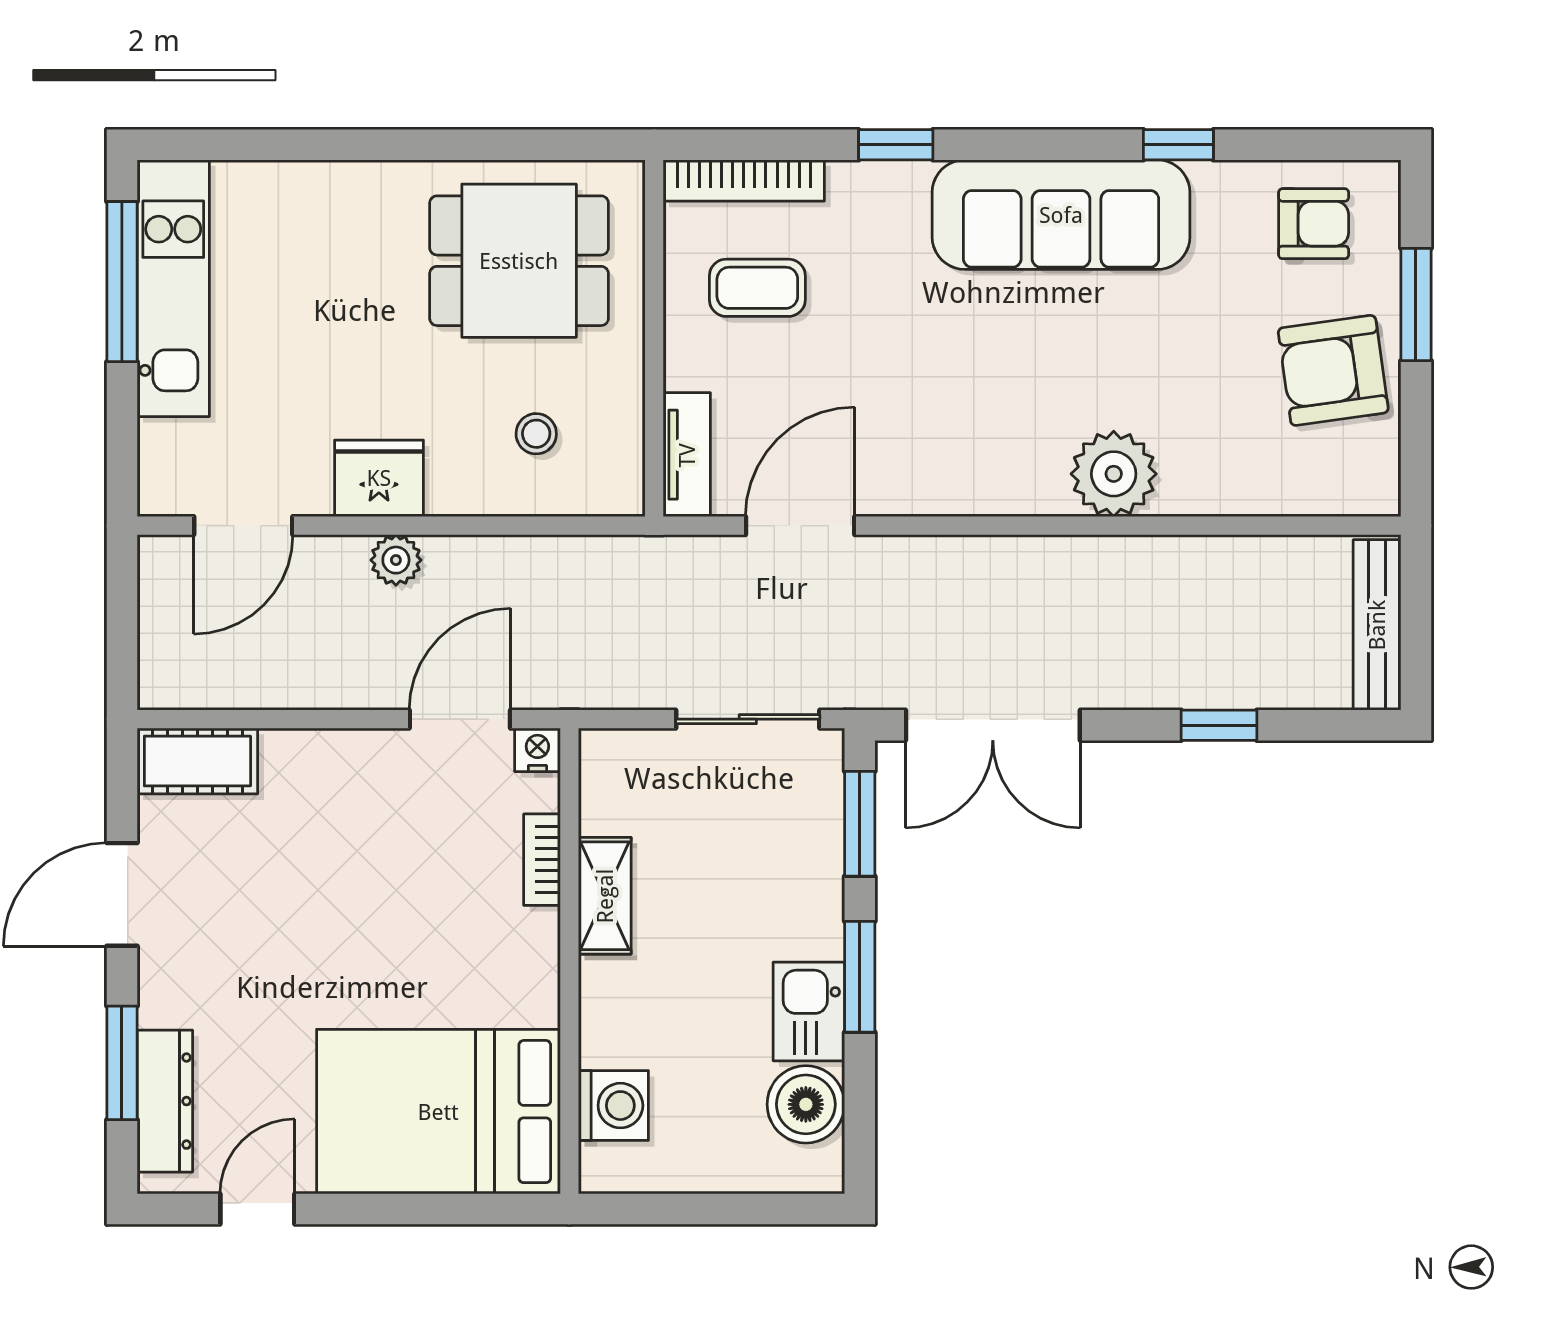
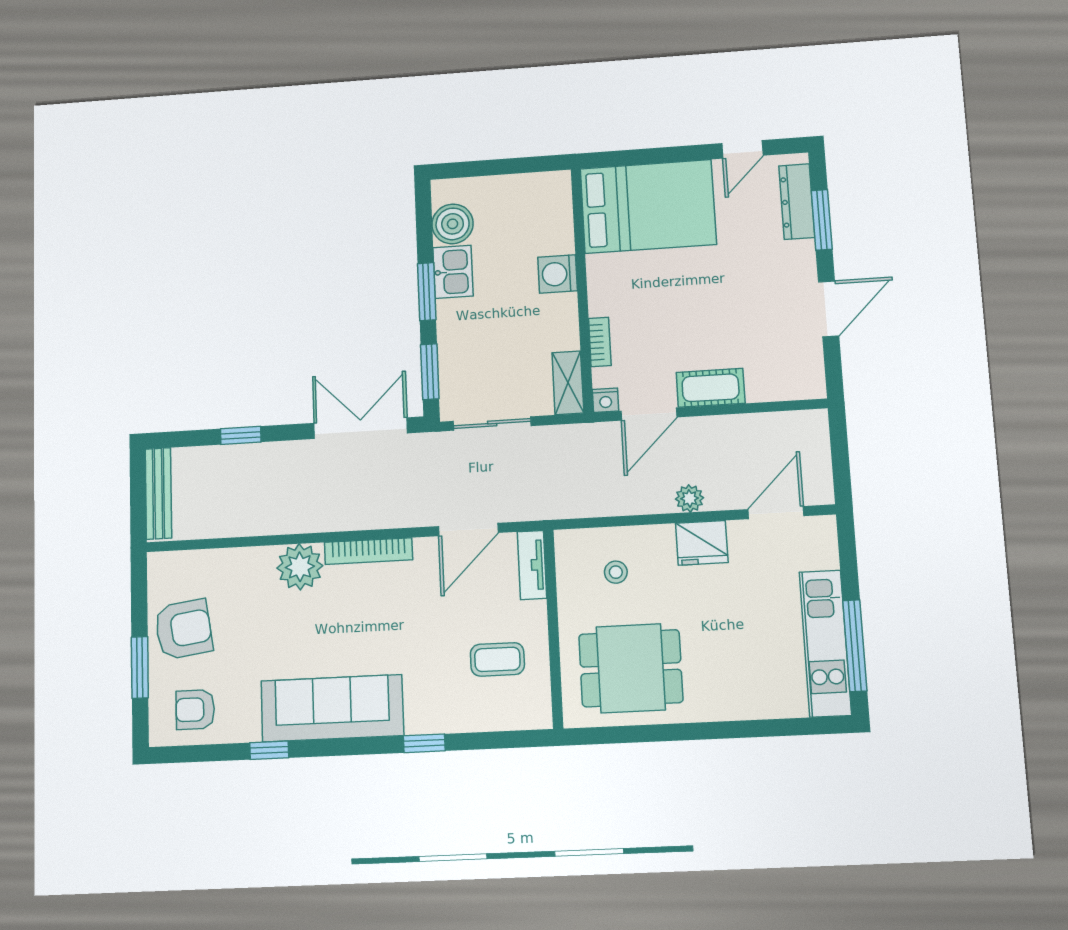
bookcase: (744, 180) -> (369, 551), moved, turned 180
cot: (197, 761) -> (711, 388), moved
shelving: (605, 896) -> (568, 383), moved
washing machine: (613, 1106) -> (558, 274), moved

